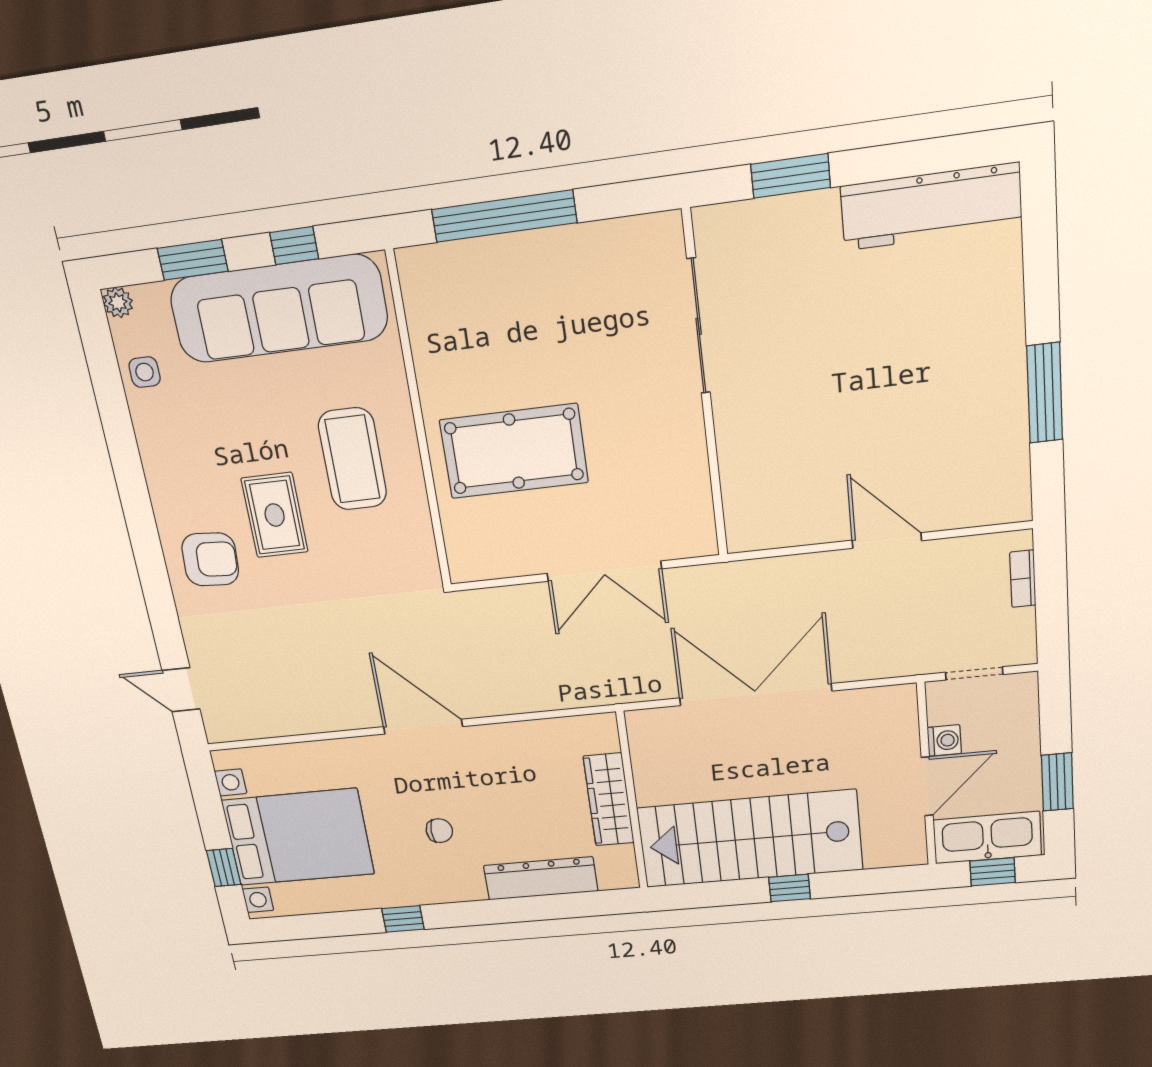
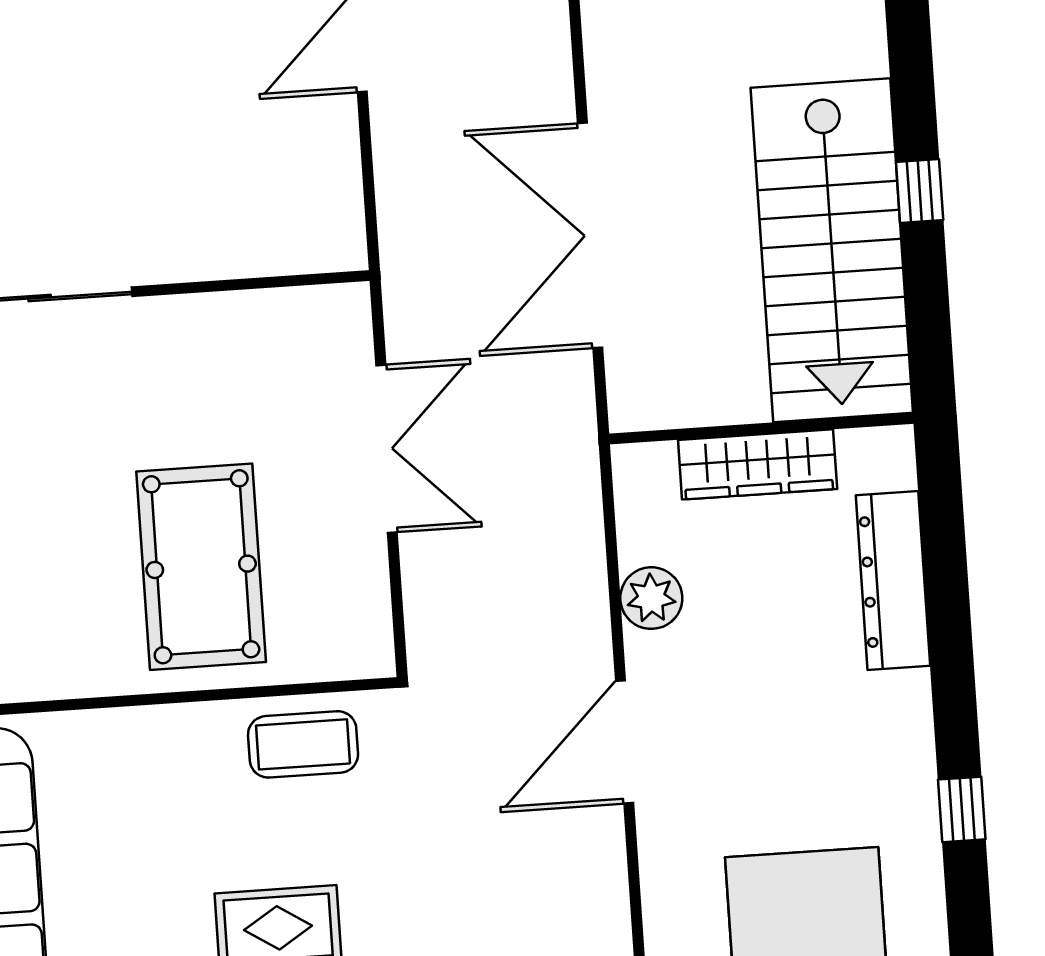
coffee table: (352, 459) -> (303, 744), moved, width x0.73, depth x0.76
plant: (517, 740) -> (651, 598), added
chair: (439, 831) -> (804, 734), removed

